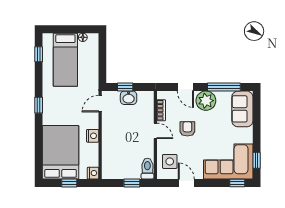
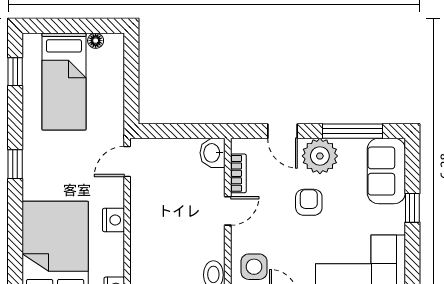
window: (125, 87) -> (173, 131), removed
washbasin: (129, 98) -> (212, 153), moved, turned 90
armchair: (187, 129) -> (309, 202), moved
door: (155, 131) -> (228, 211), hinge flipped
window: (257, 160) -> (412, 208), moved

